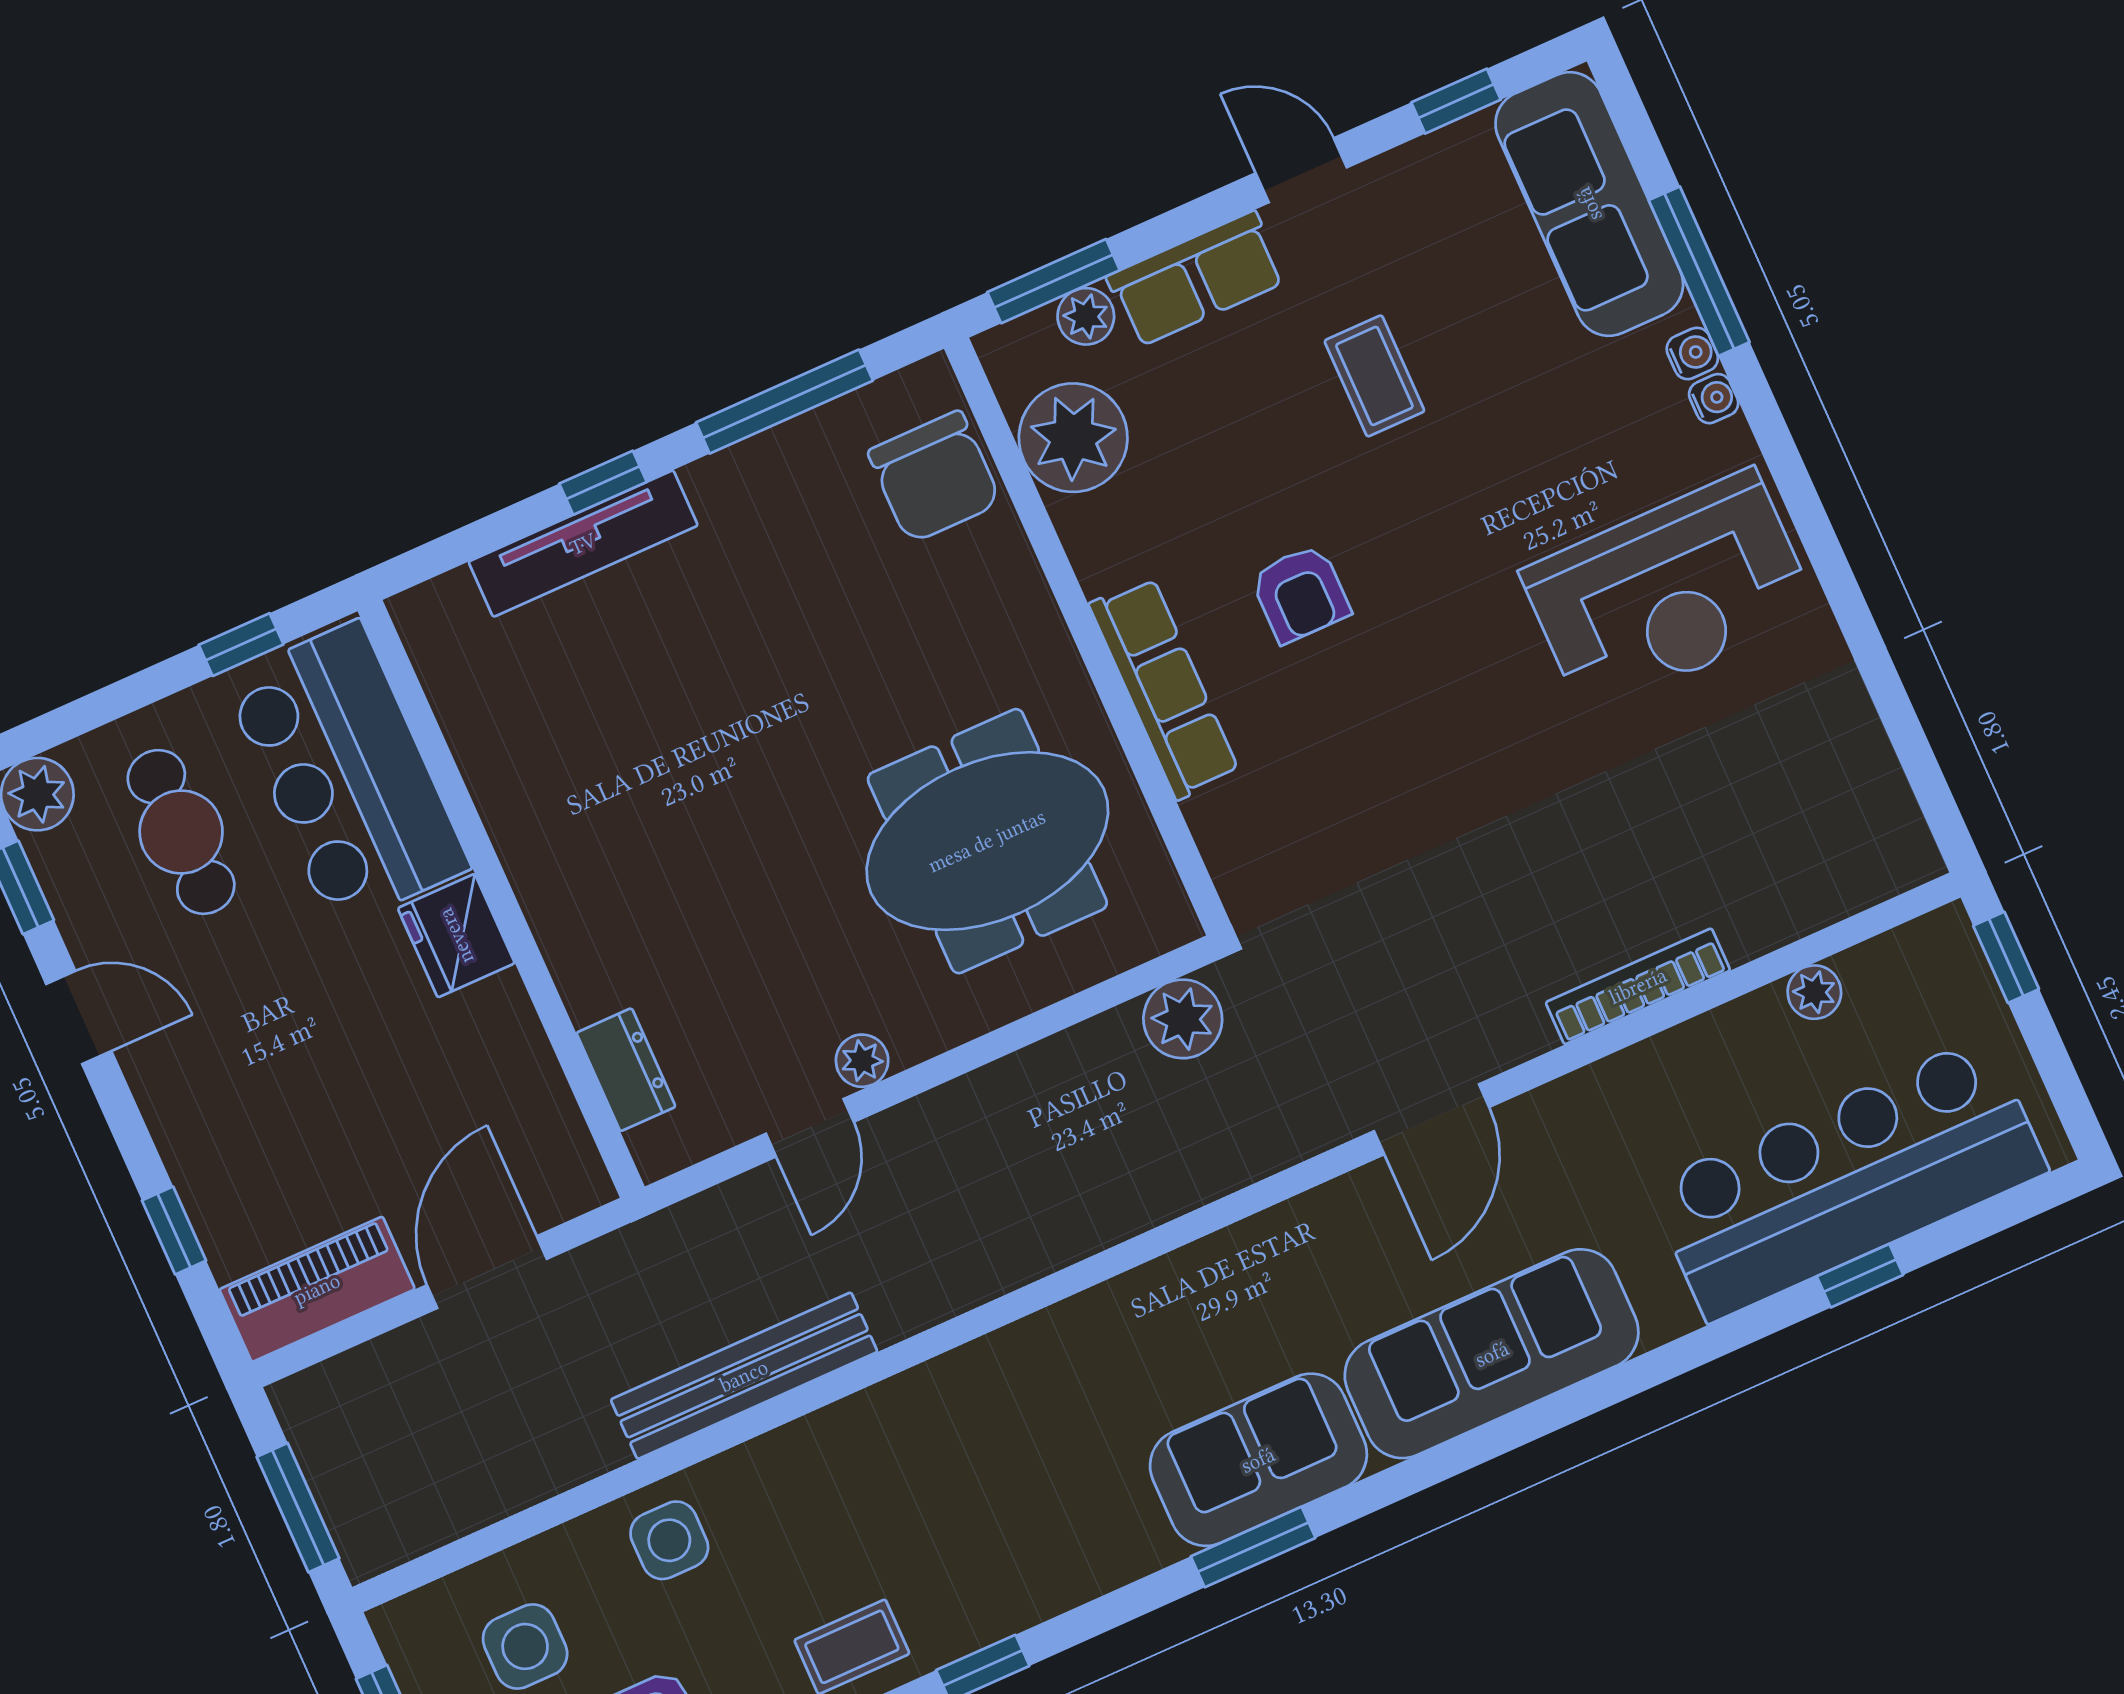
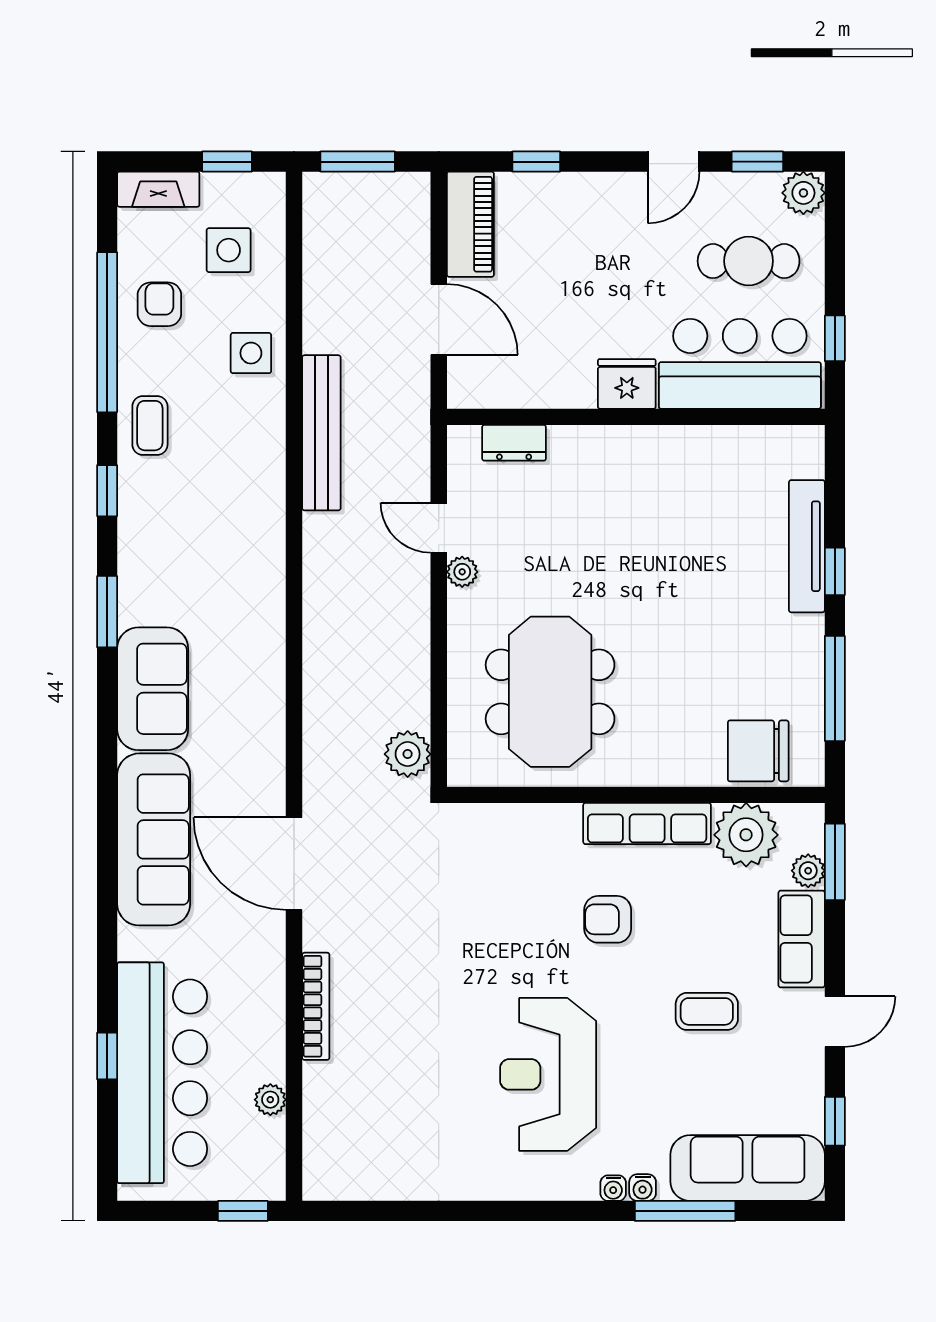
reception desk: (1669, 593) -> (548, 1074), moved
row of seats: (1164, 688) -> (647, 823), moved
door: (1432, 1119) -> (294, 864), width x1.36
window: (1253, 1547) -> (107, 612), moved

